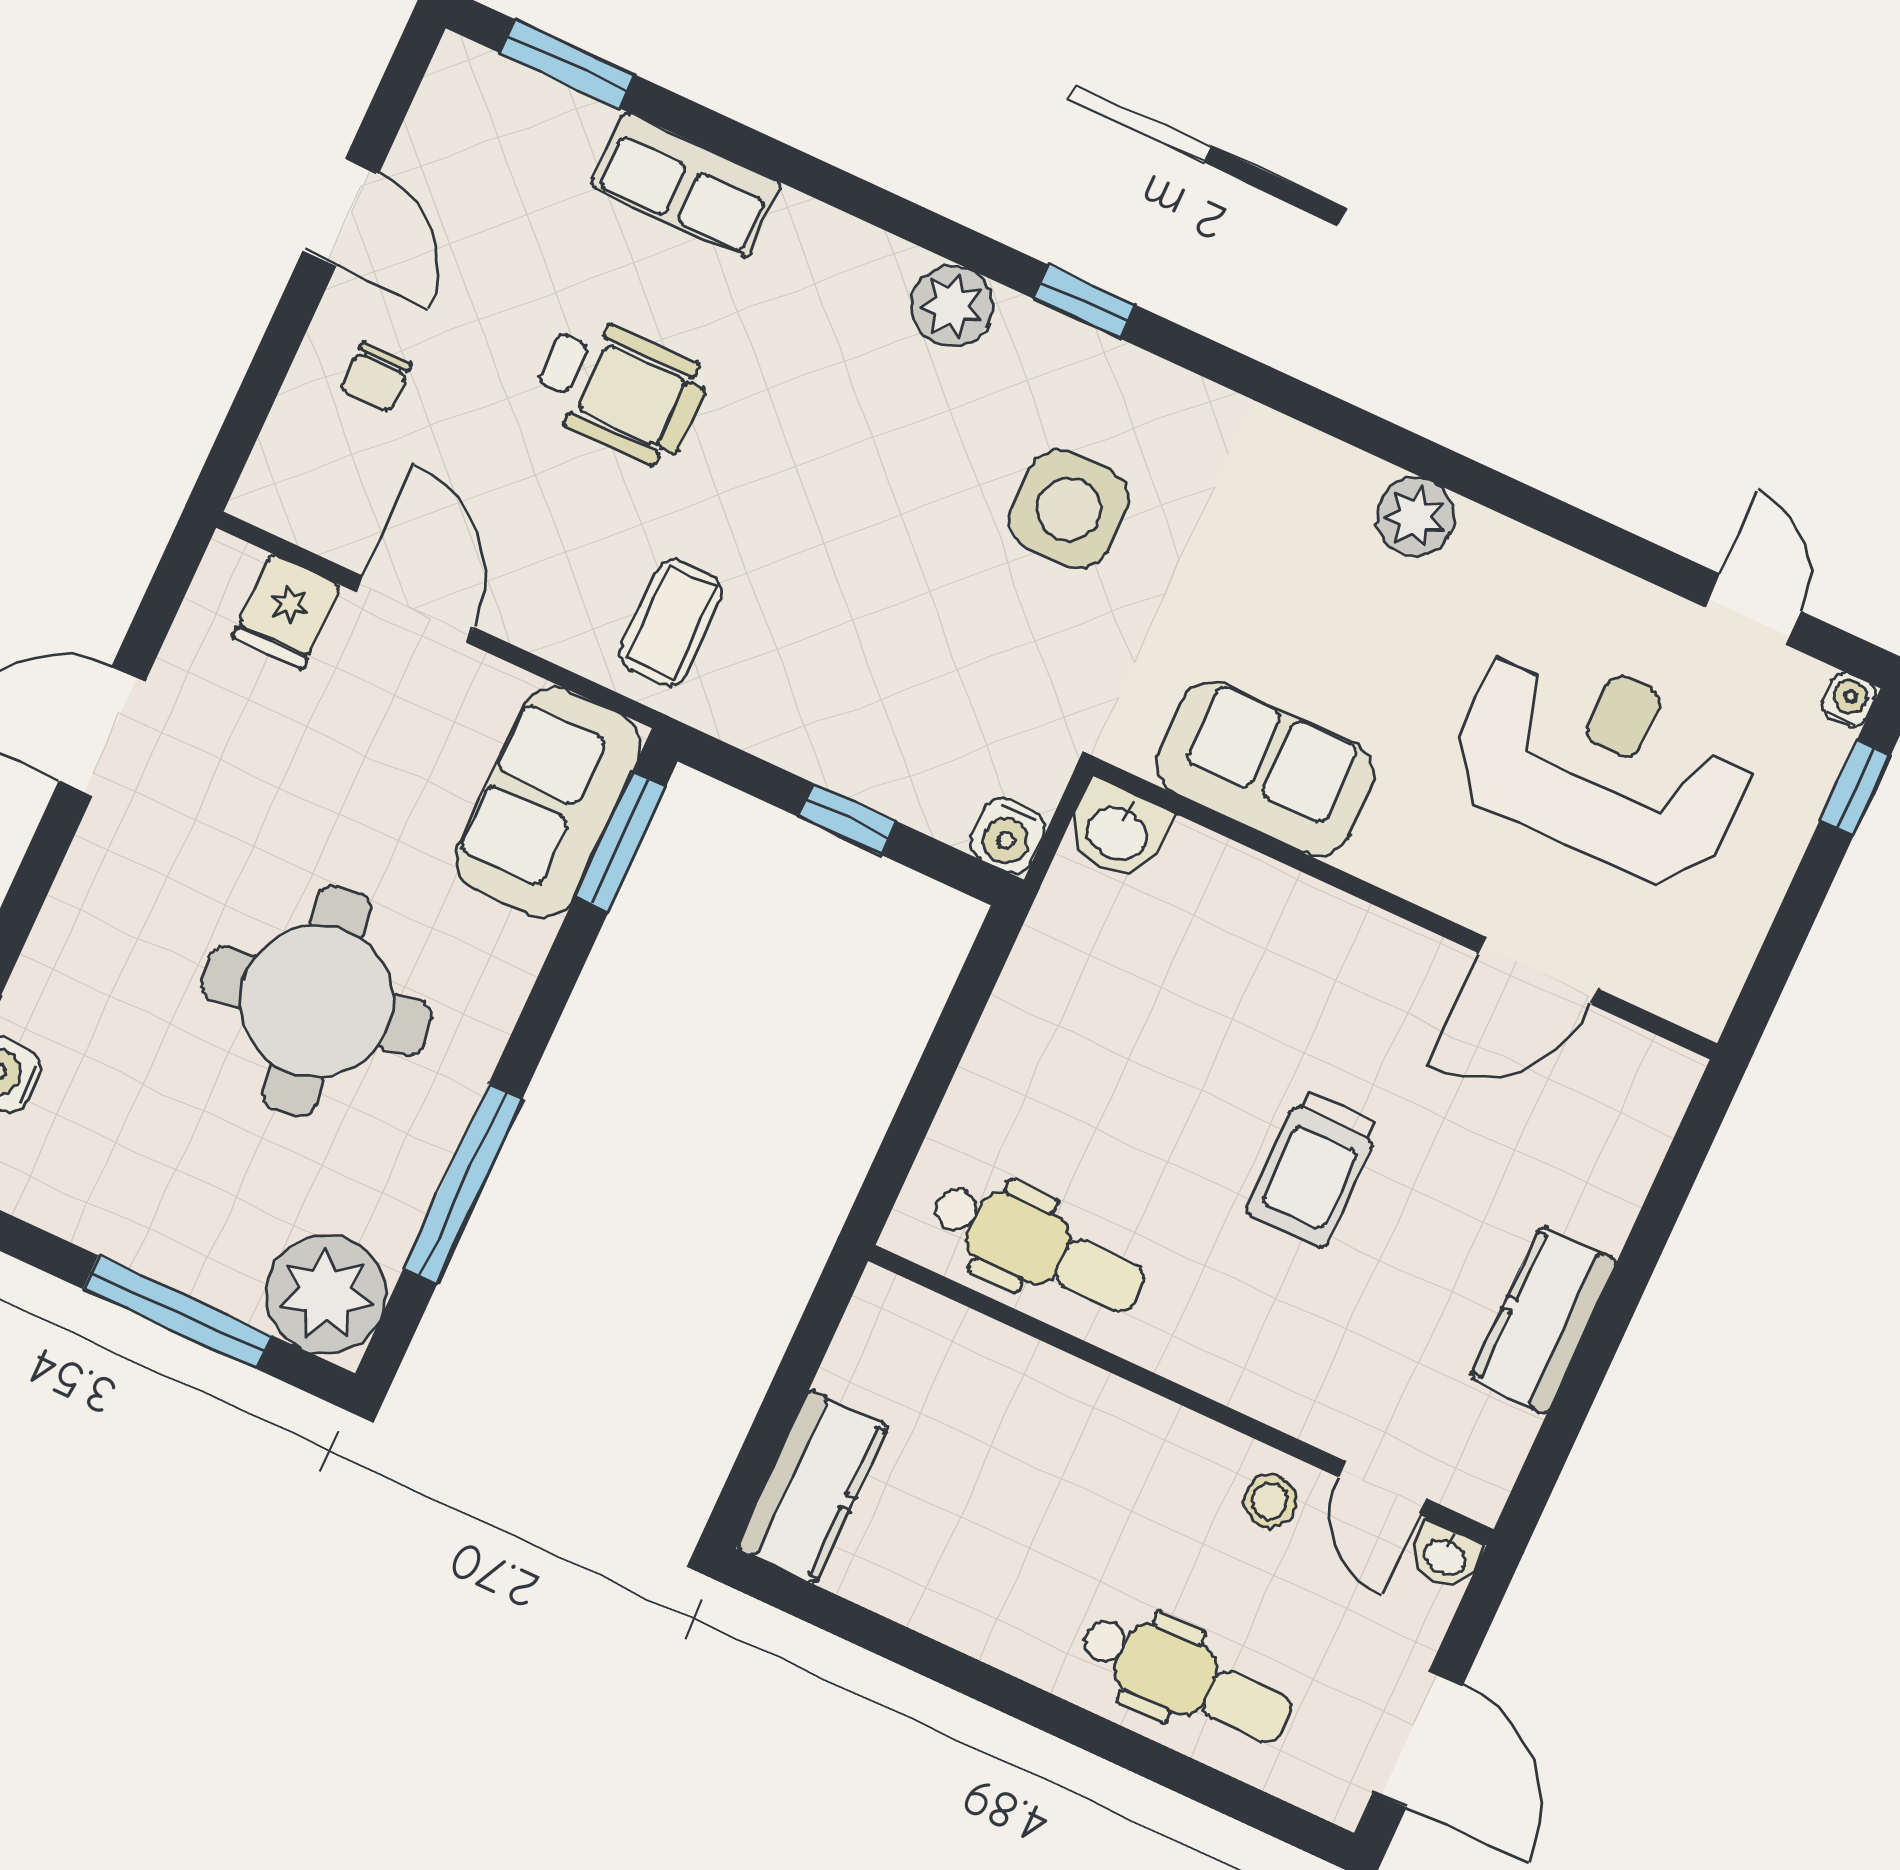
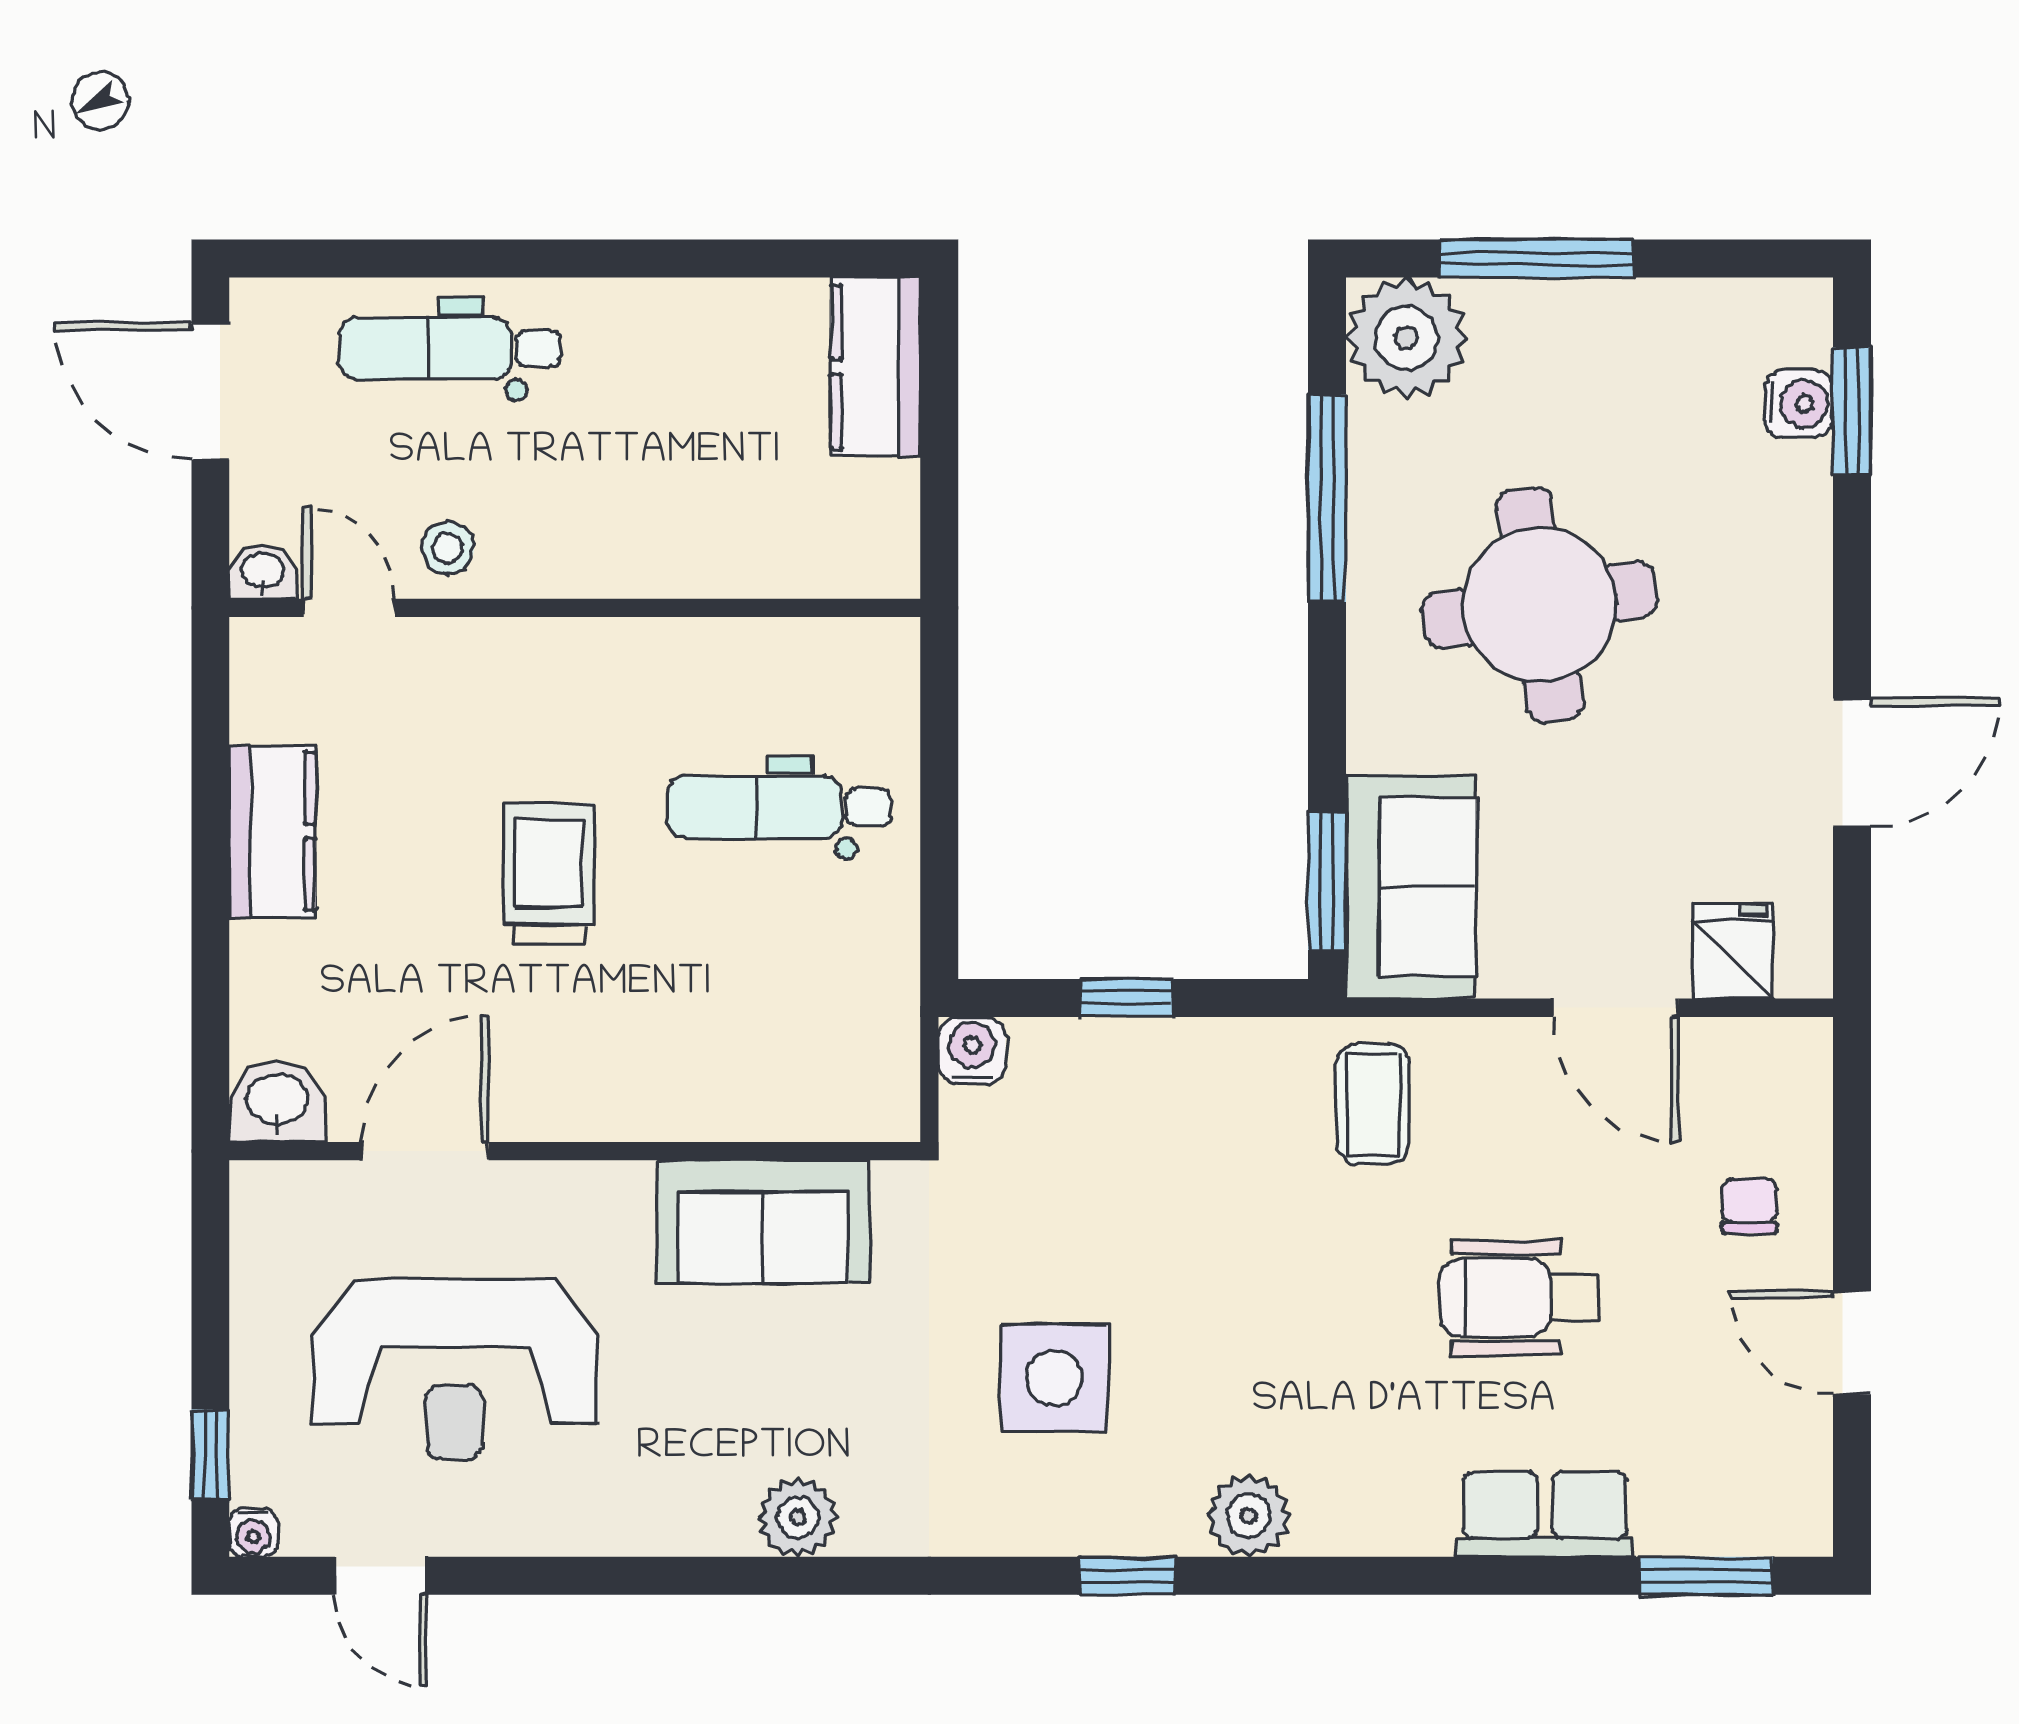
plant: (1415, 517) -> (798, 1517), moved
washbasin: (1118, 831) -> (277, 1101), moved
dental chair: (1038, 1247) -> (779, 807), moved

